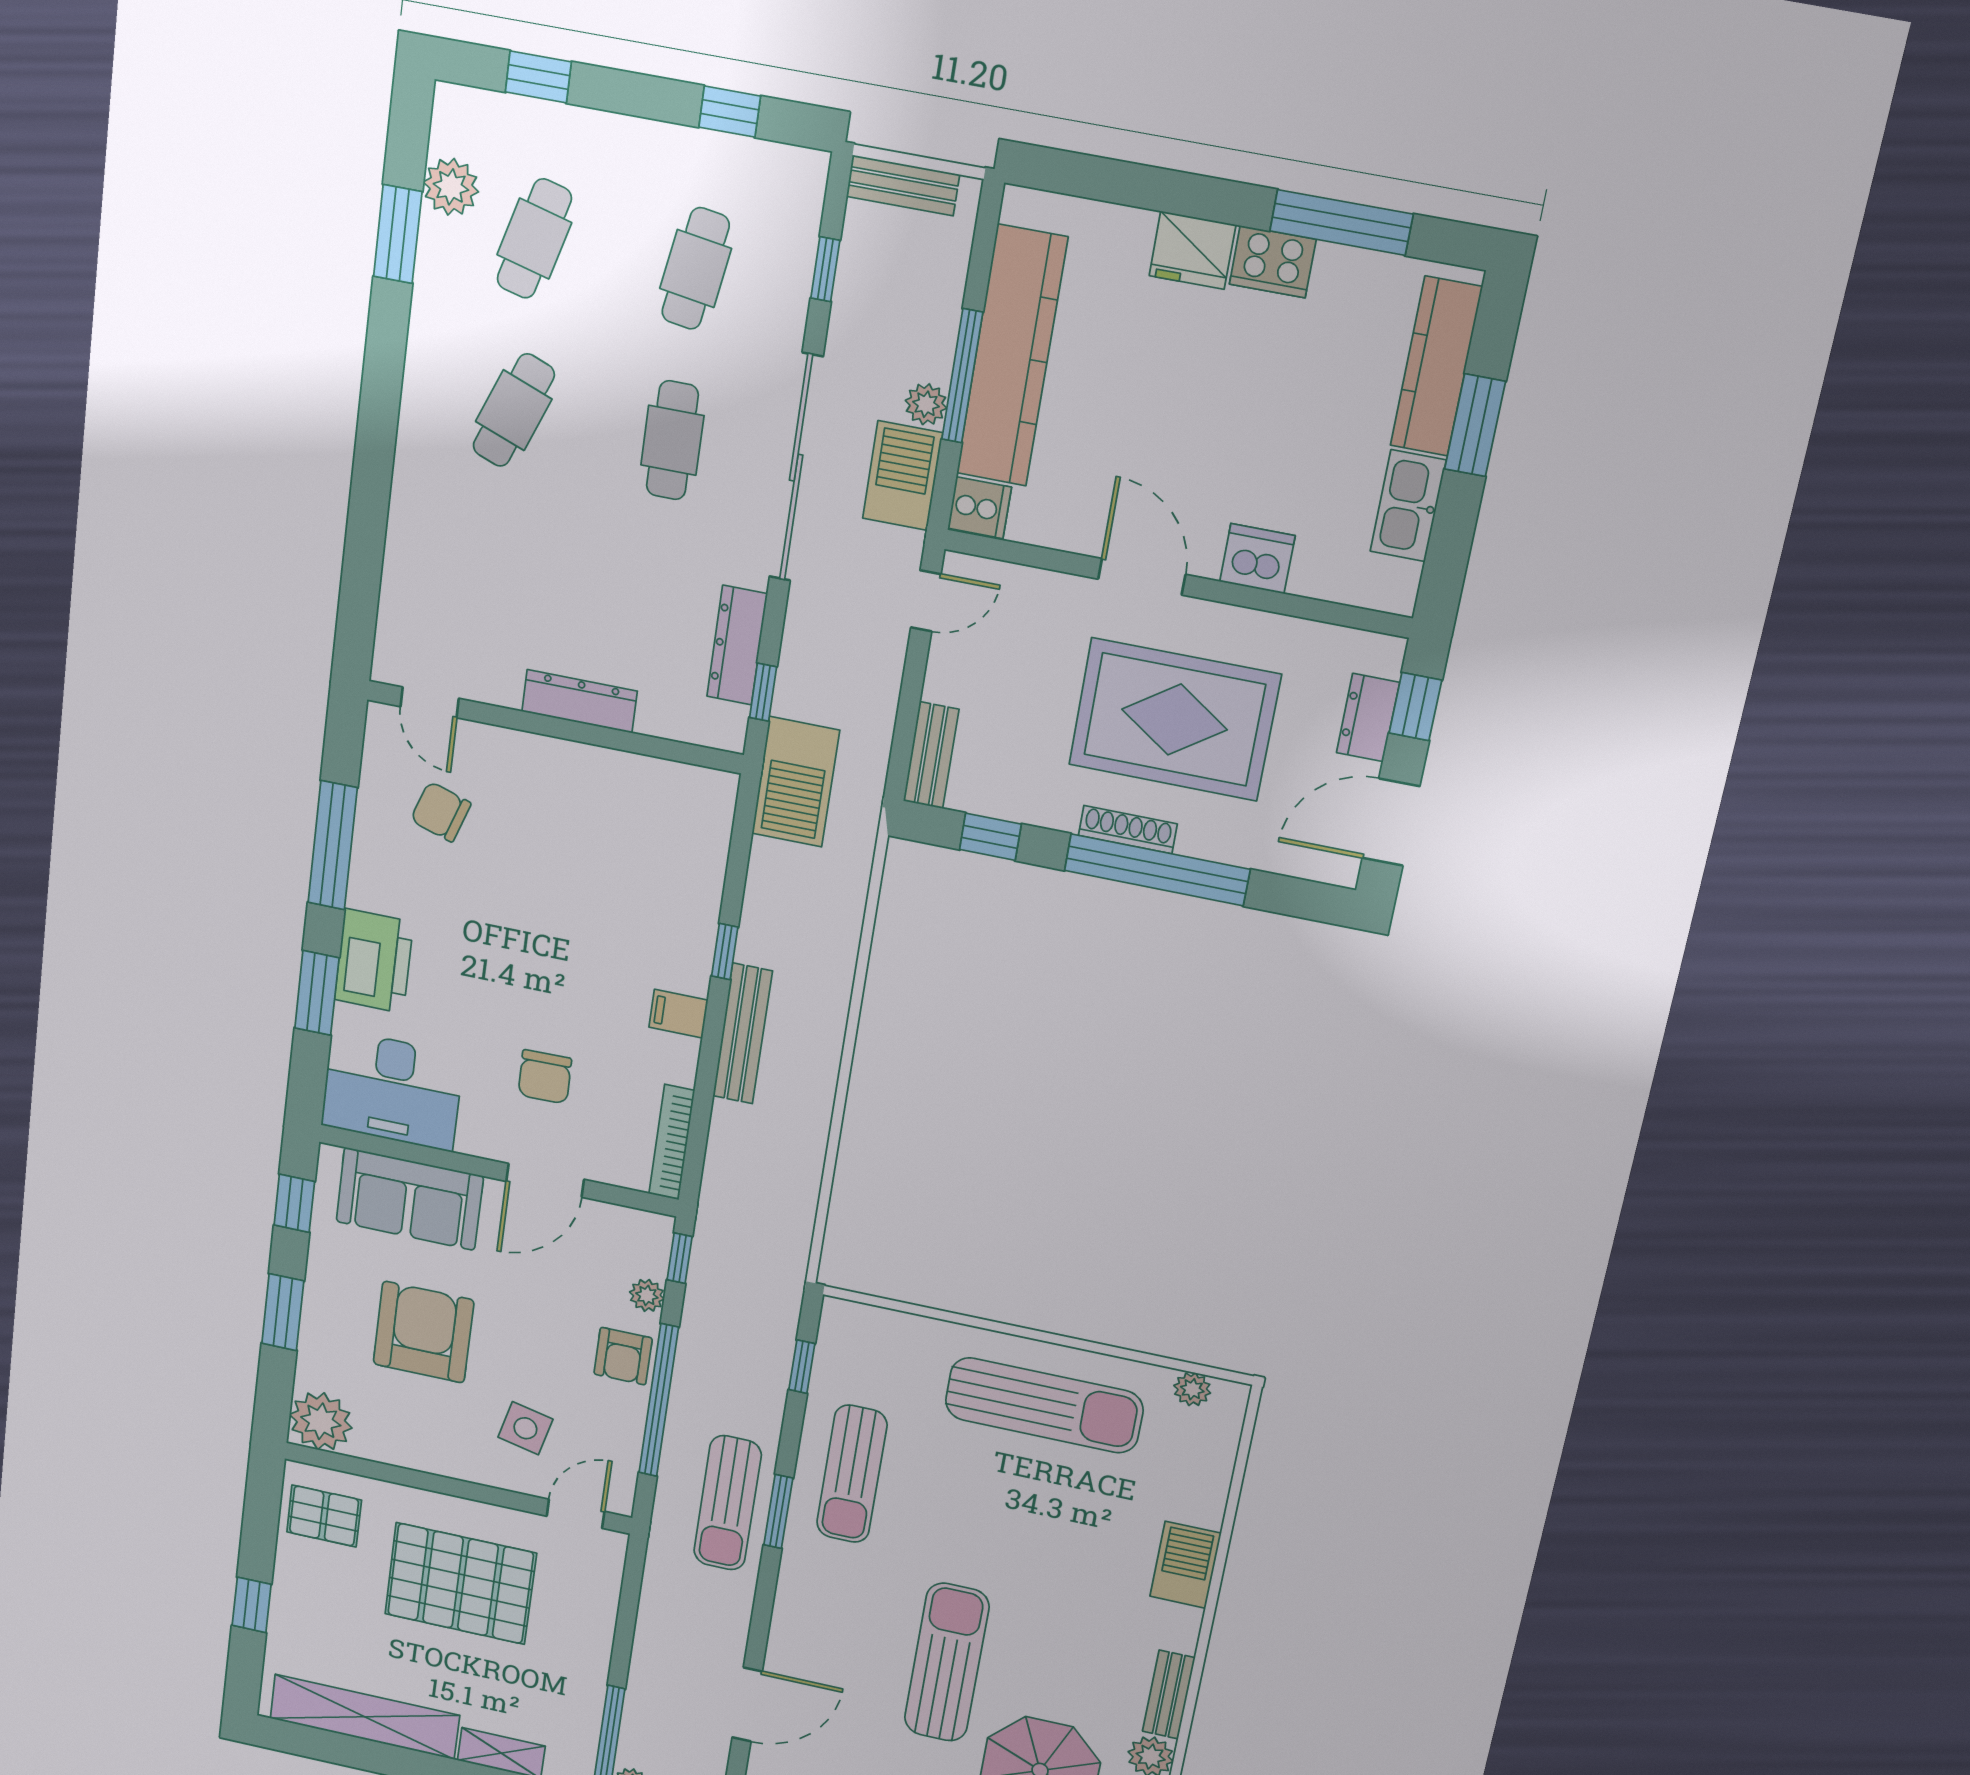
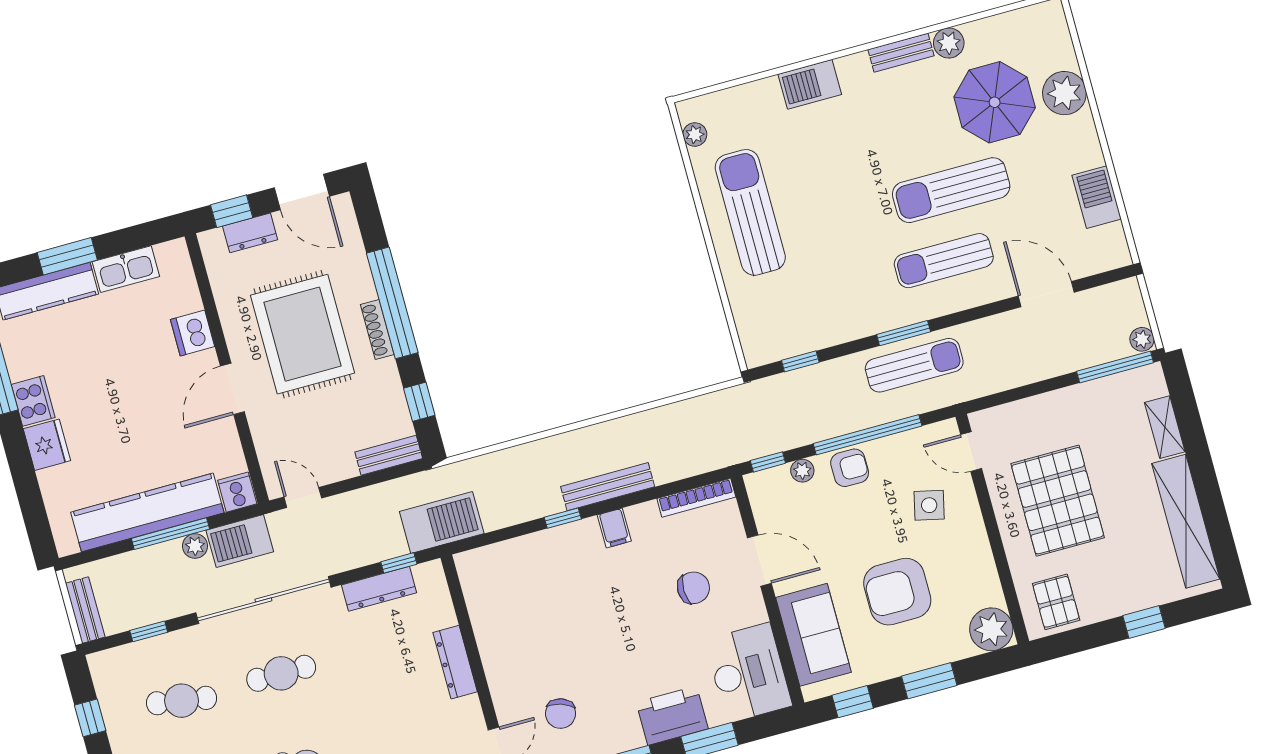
sun lounger: (852, 1474) -> (944, 261), moved, turned 180

